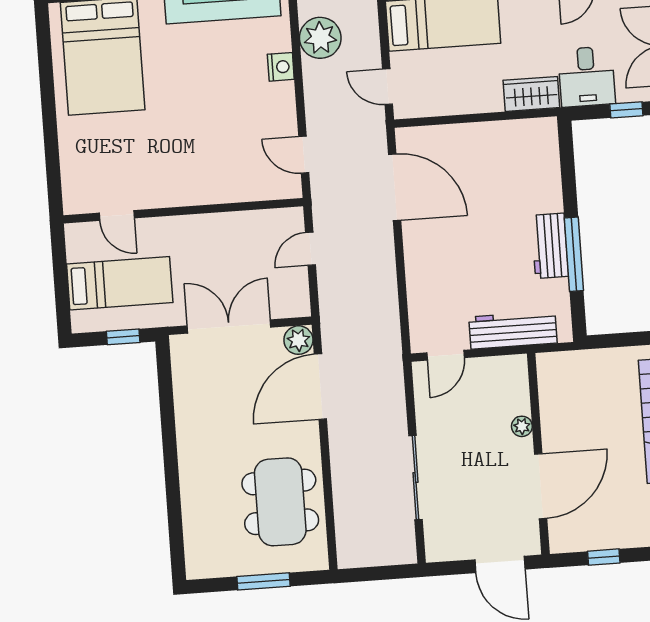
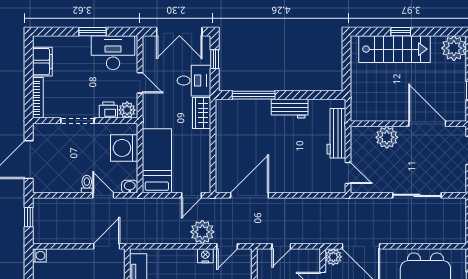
plant: (320, 38) -> (202, 232), moved
nightstand: (281, 67) -> (205, 256), moved
door: (311, 249) -> (281, 246), hinge flipped
window: (574, 254) -> (254, 95), moved
plant: (522, 426) -> (387, 137), width x1.88, depth x1.88

